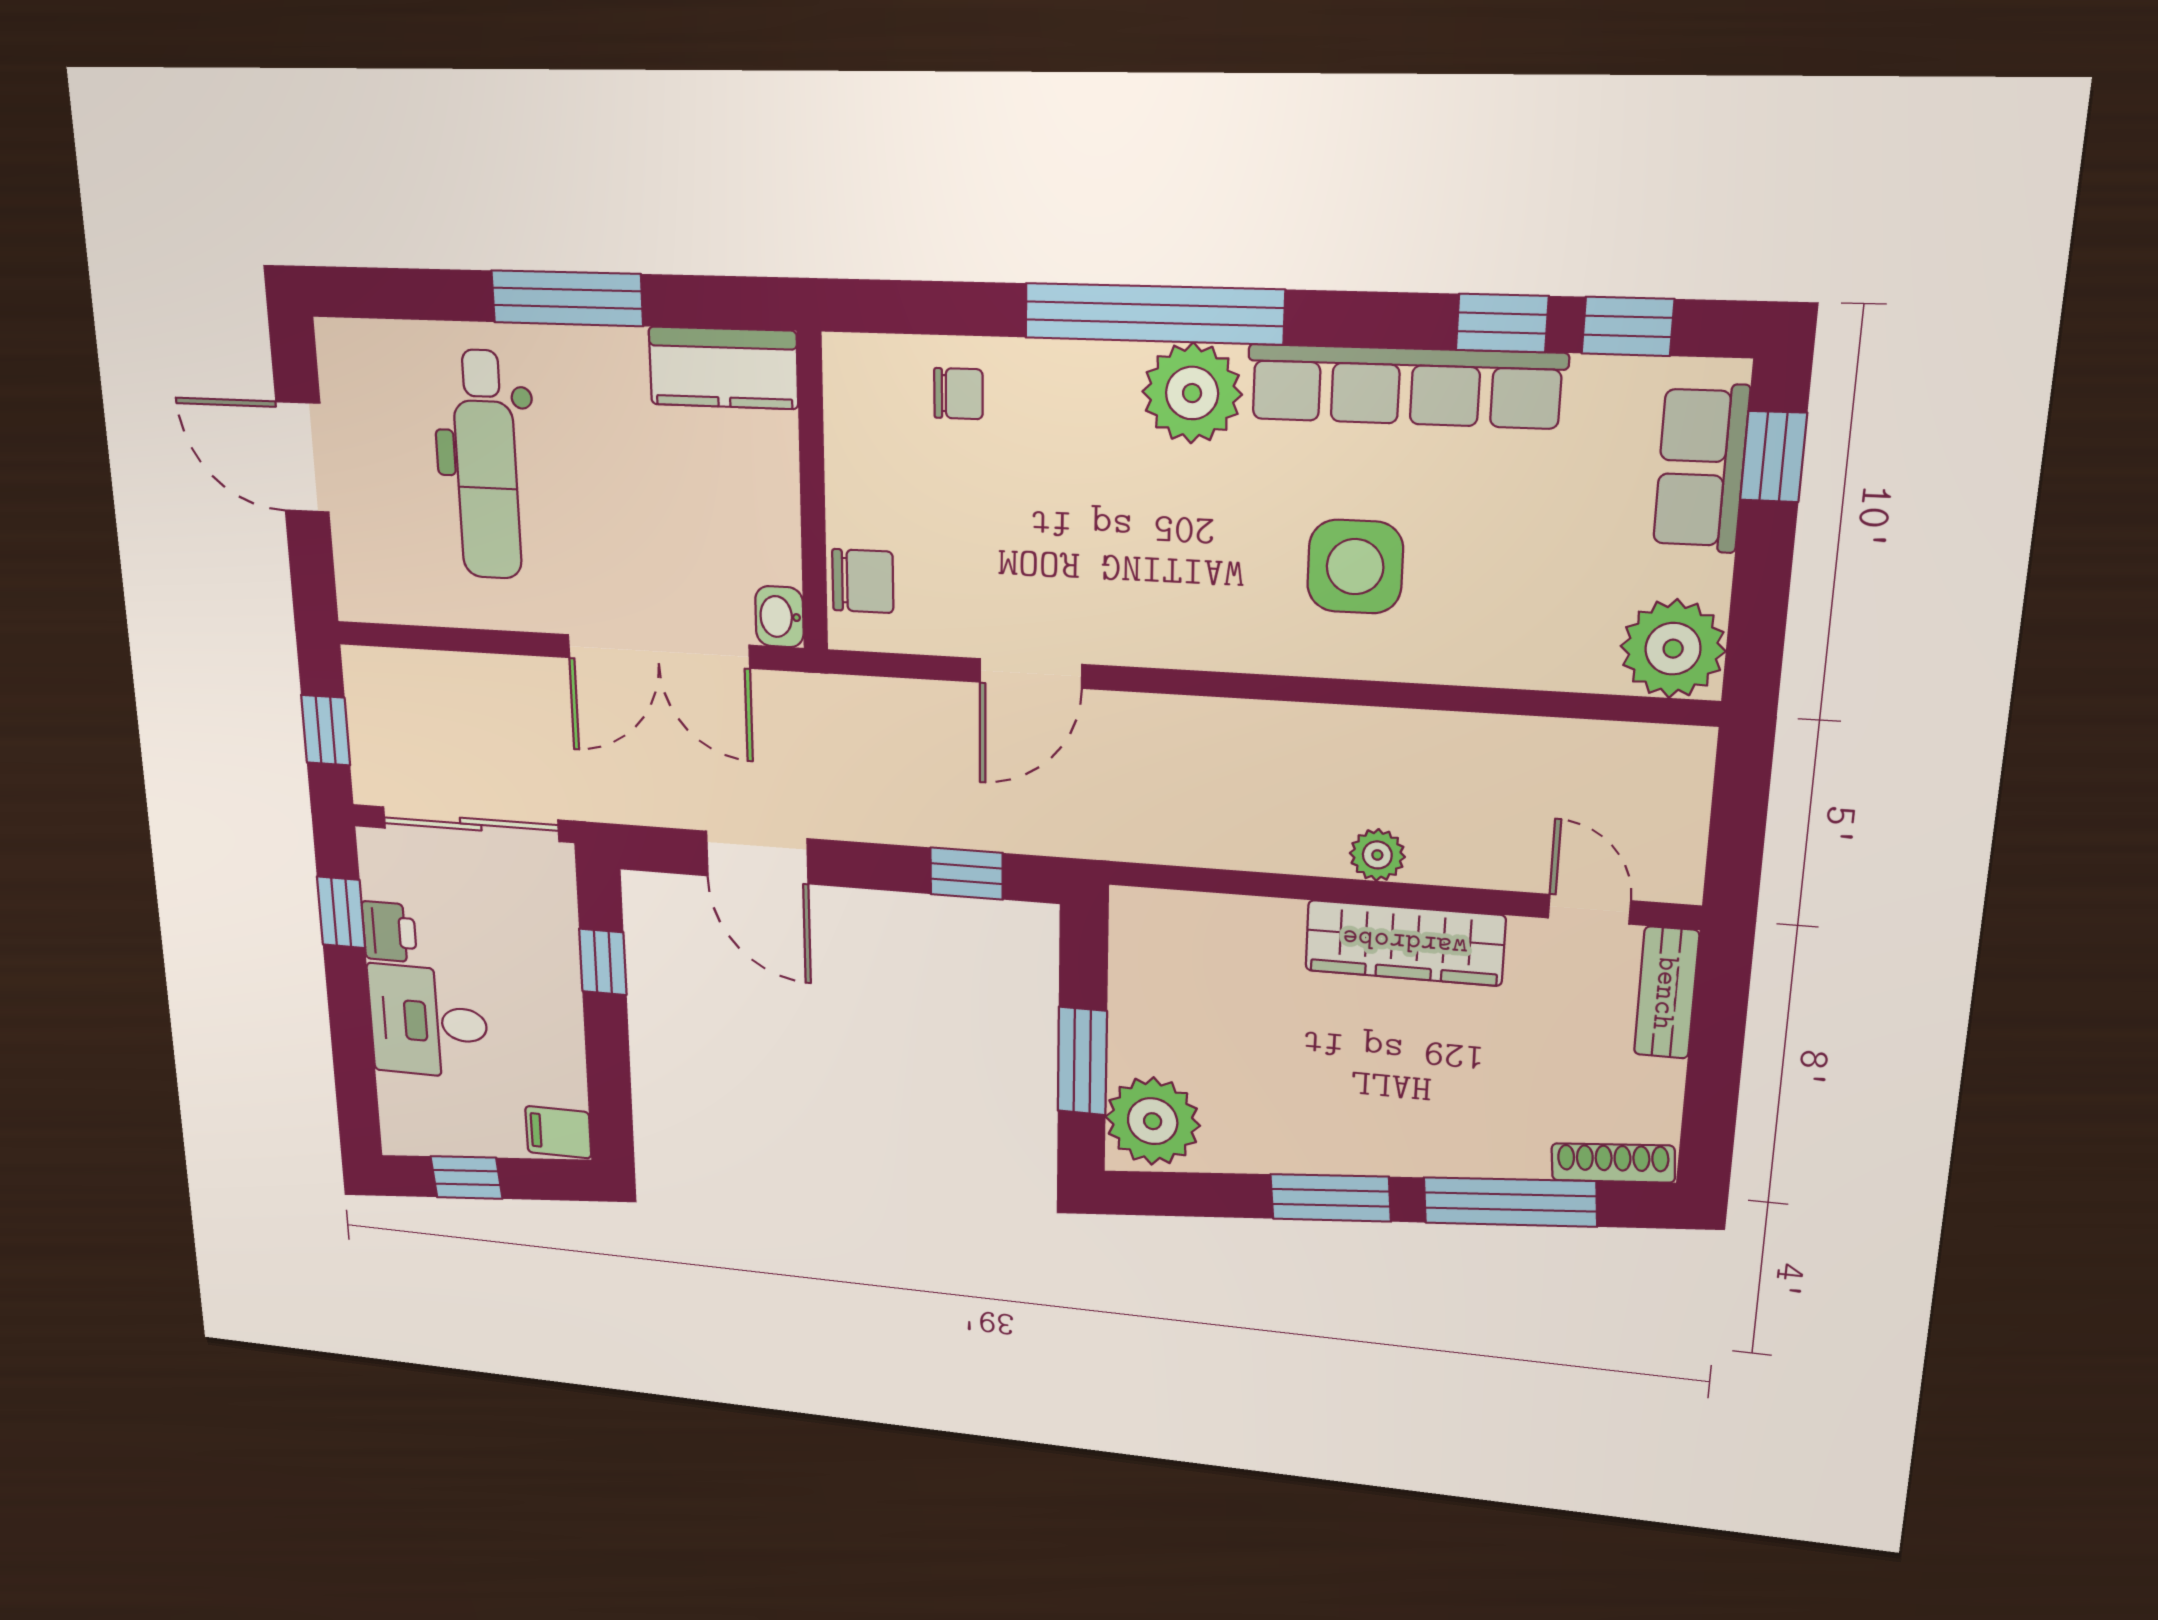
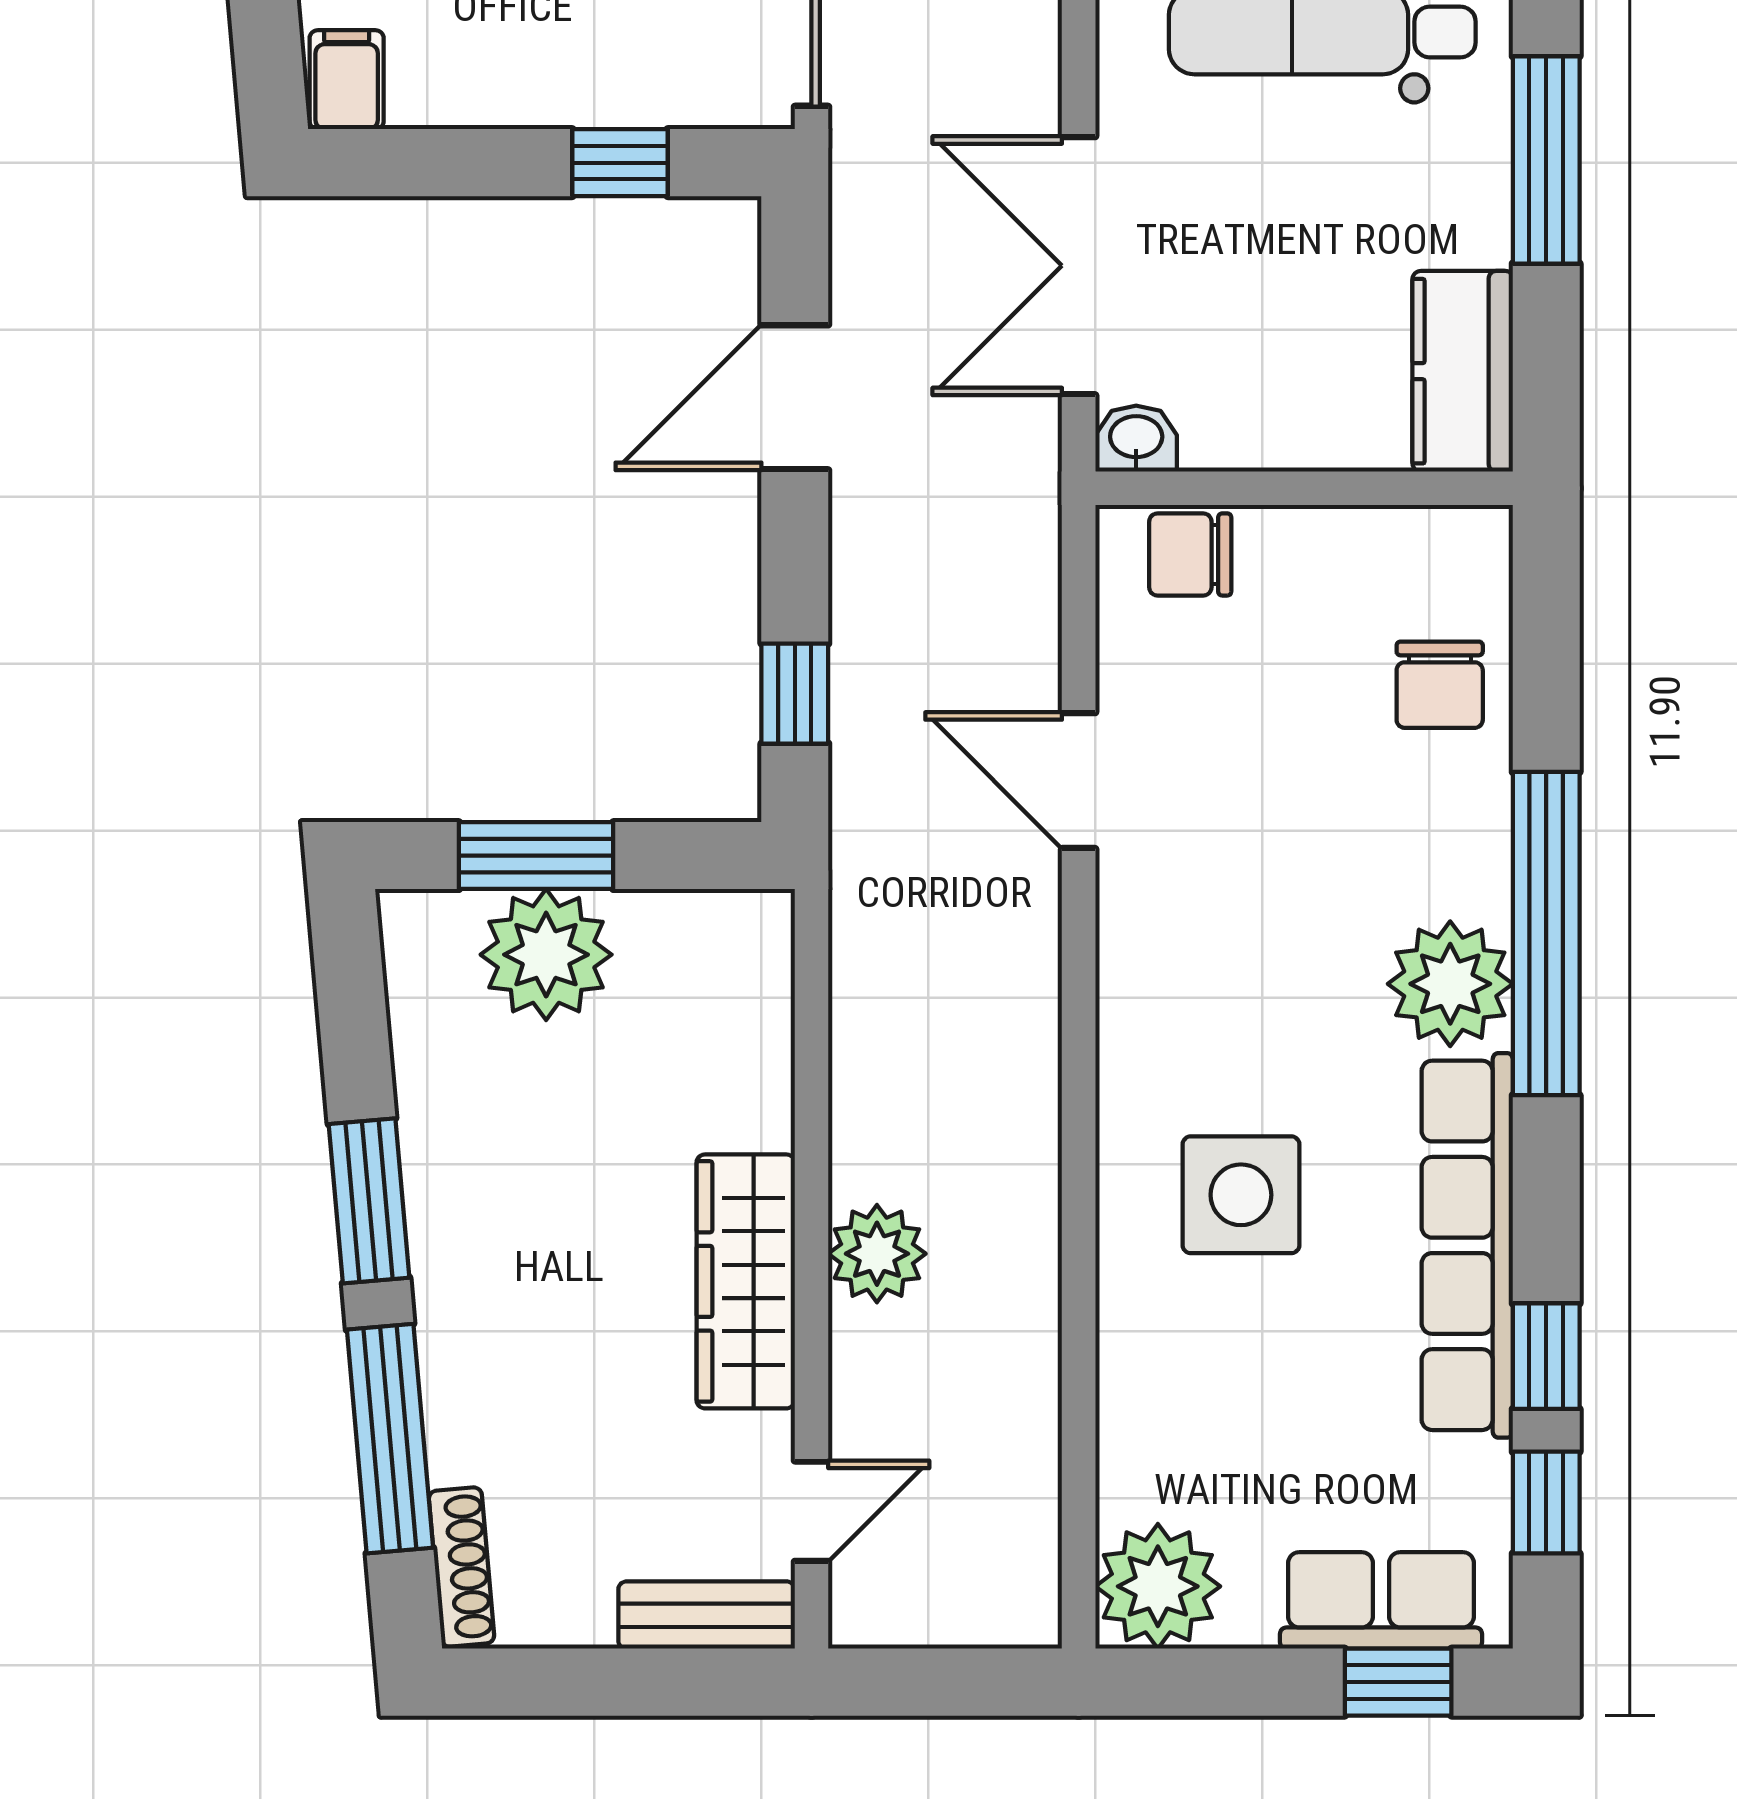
chair: (958, 394) -> (1440, 685), width x1.37, depth x1.37
chair: (863, 581) -> (1190, 554), turned 90
plant: (1377, 855) -> (877, 1254), width x1.38, depth x1.38
plant: (1153, 1121) -> (546, 955), moved

